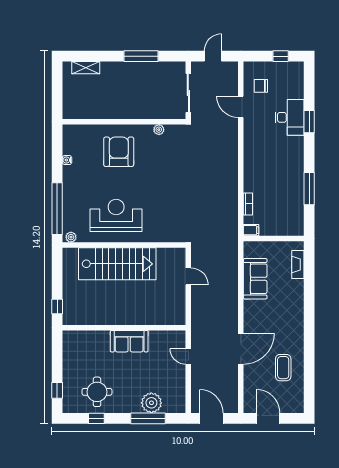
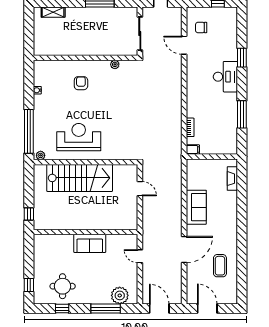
desk: (290, 117) -> (225, 77), moved
armchair: (119, 152) -> (81, 83), width x0.53, depth x0.53
sofa: (255, 279) -> (196, 207), moved
plant: (151, 403) -> (120, 295), moved

